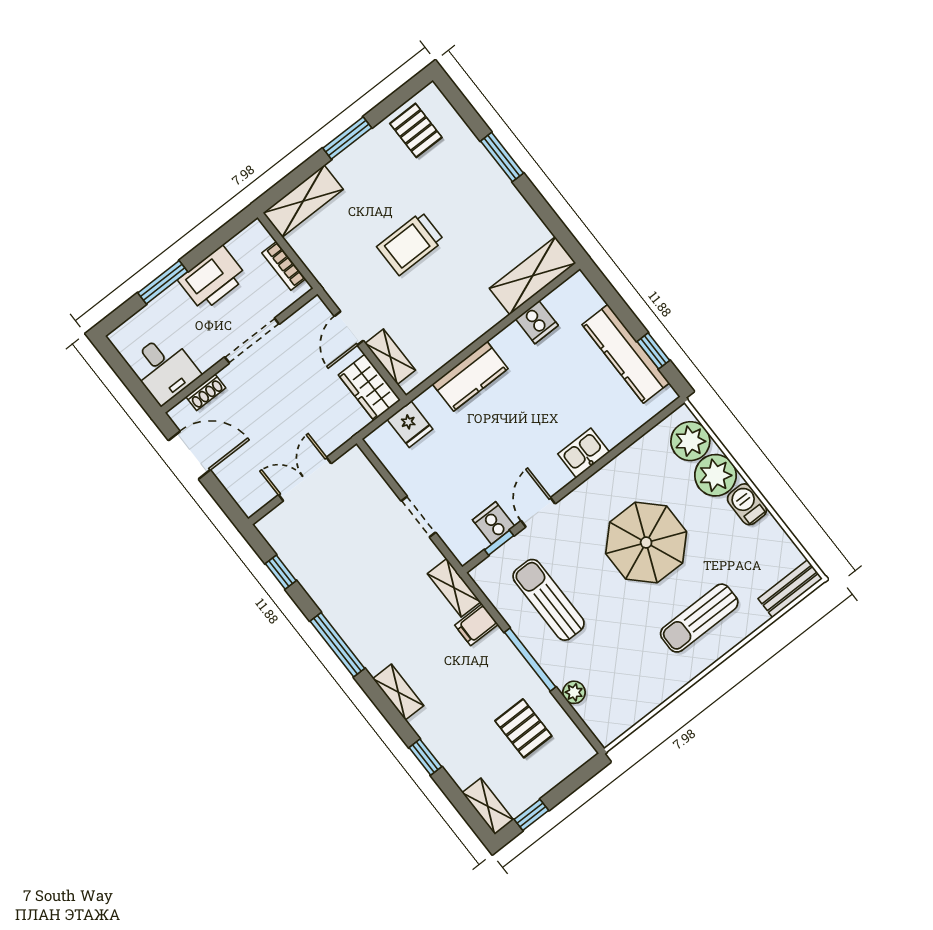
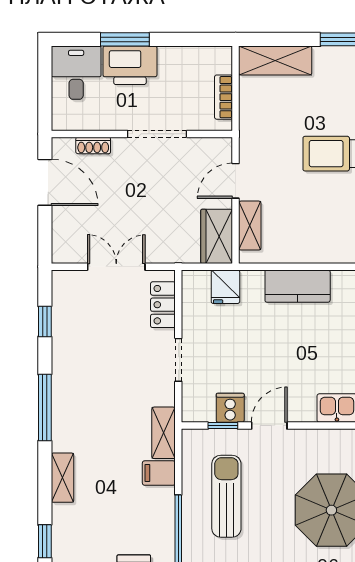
printer: (212, 278) -> (130, 65), moved
desk: (164, 369) -> (76, 73), moved, turned 180
locker: (369, 480) -> (163, 305), added

